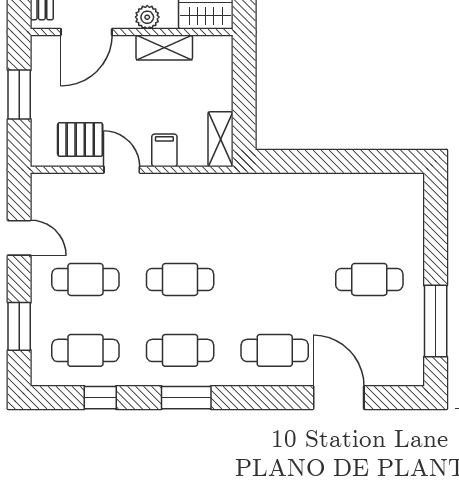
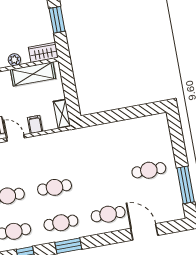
shelving: (164, 47) -> (33, 74), width x1.50, depth x1.33

